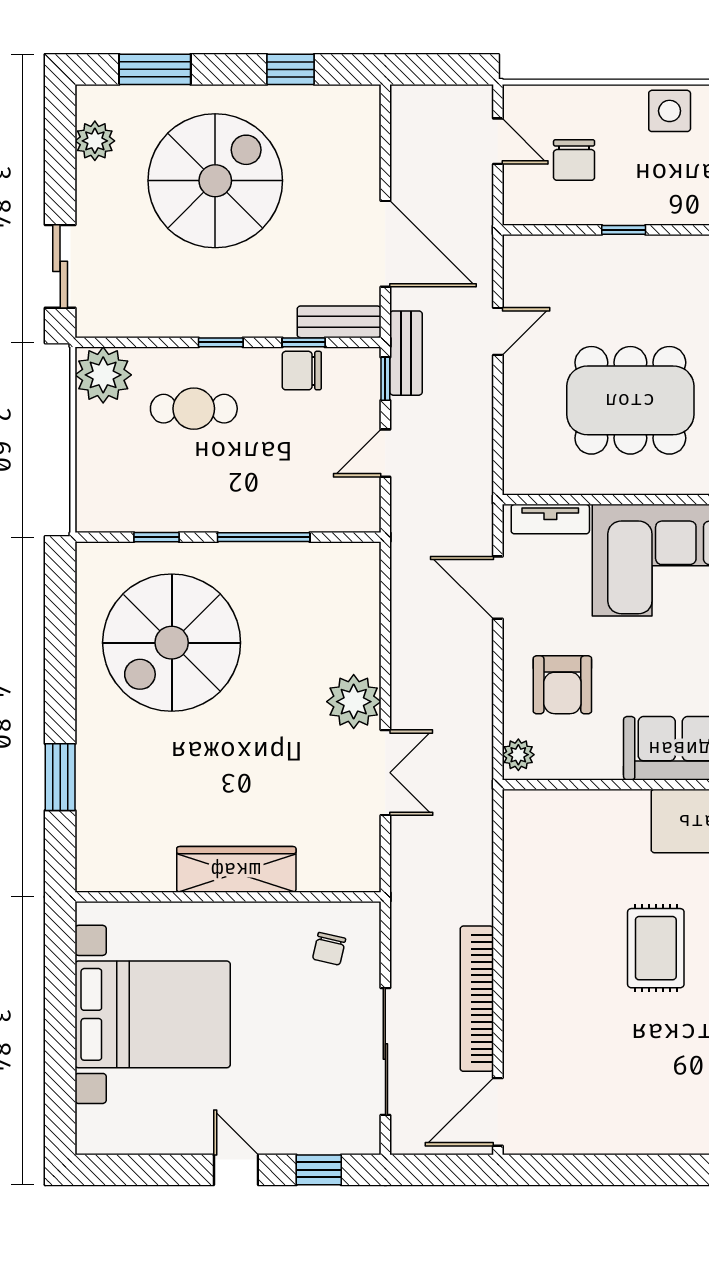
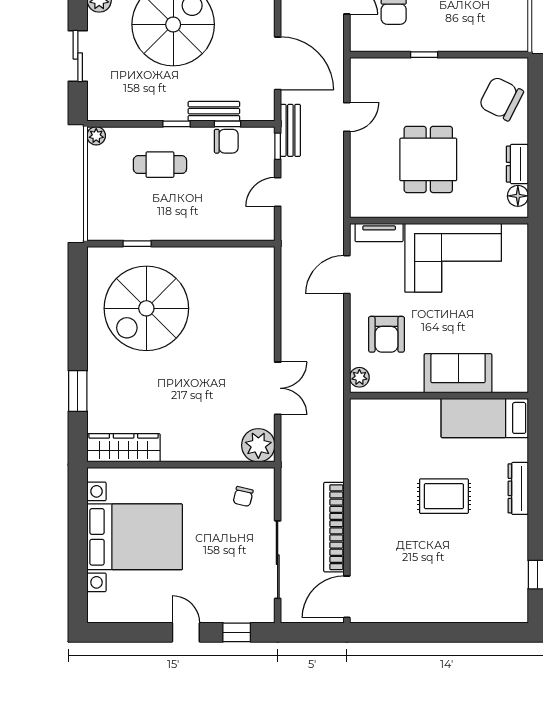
sliding door: (60, 266) -> (78, 56), moved
bench: (339, 322) -> (214, 111), moved
chair: (302, 371) -> (226, 141), turned 180
plant: (103, 375) -> (96, 136), width x0.53, depth x0.53
dining table: (630, 400) -> (428, 159), width x0.73
window: (264, 537) -> (203, 244), removed
door: (498, 588) -> (347, 275), hinge flipped
plant: (354, 702) -> (258, 445), moved
wardrobe: (236, 869) -> (124, 448), moved
rug: (656, 948) -> (444, 496), turned 90

